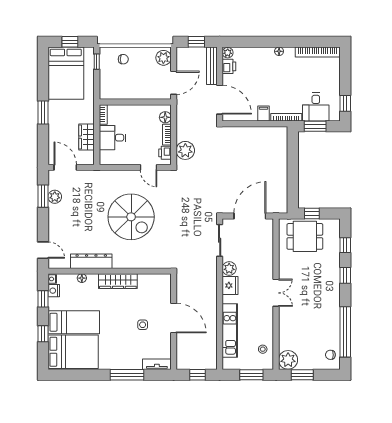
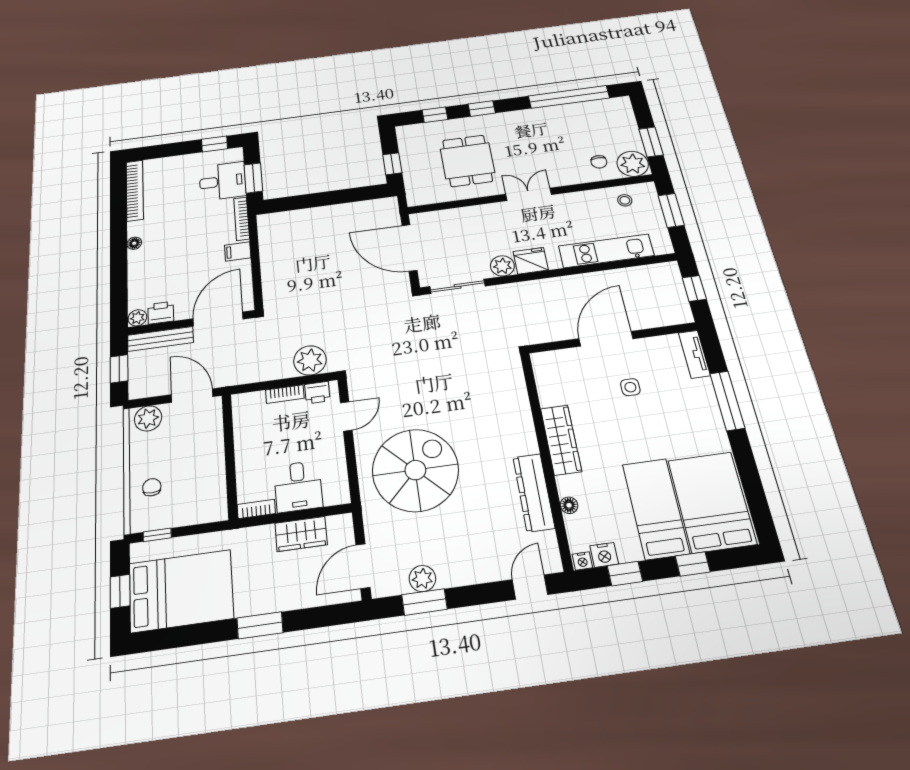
floor lamp: (165, 117) -> (254, 401), removed
spiral stairs: (131, 217) -> (415, 470), moved
dining table: (305, 236) -> (467, 161), moved
chair: (330, 355) -> (599, 162), moved

